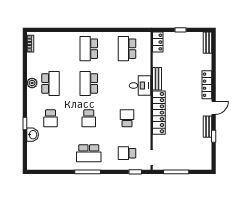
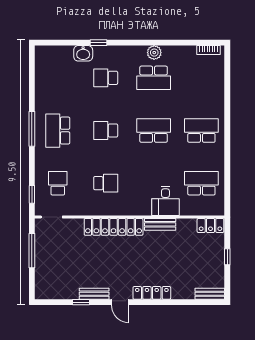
desk: (140, 86) -> (165, 201), moved

